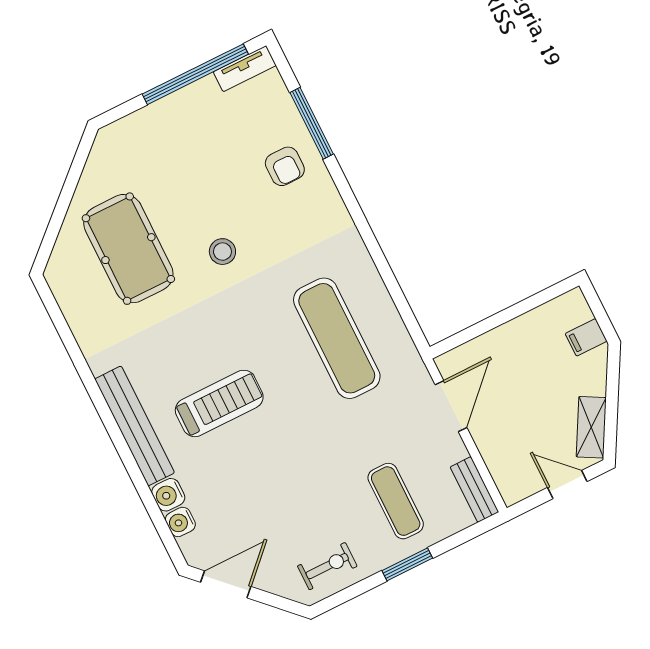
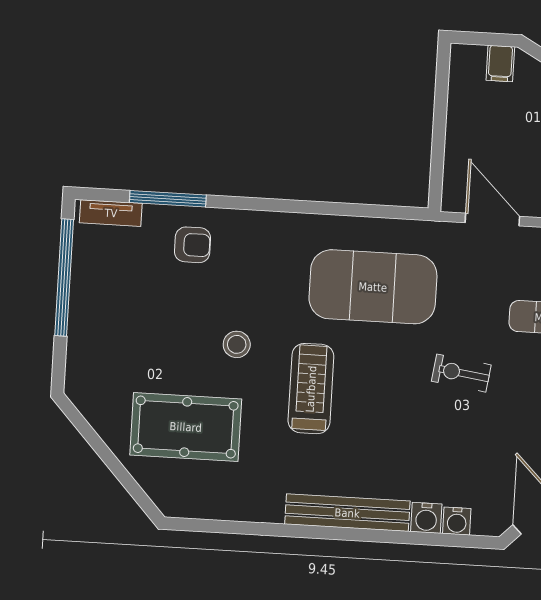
tv unit: (245, 69) -> (111, 213), moved, turned 90
exercise mat: (337, 338) -> (373, 287), width x1.47
treadmill: (219, 403) -> (311, 389), moved
exercise bike: (307, 454) -> (461, 373), added

